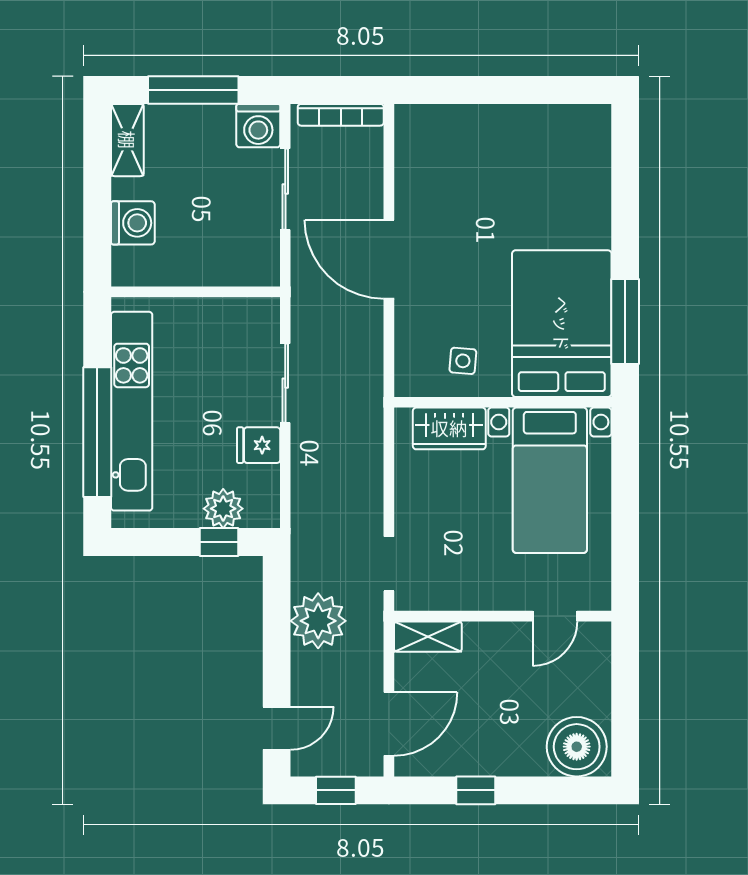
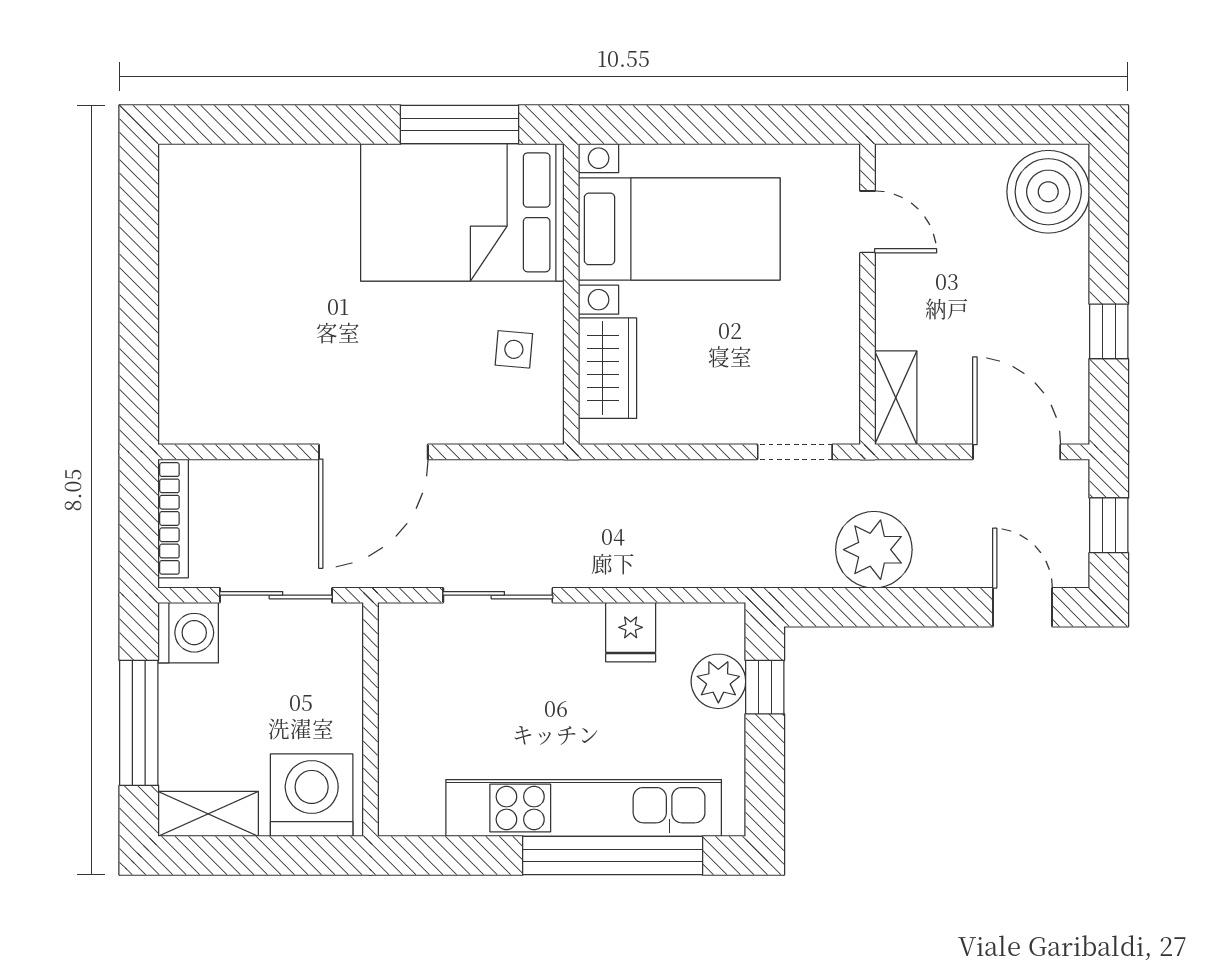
washing machine: (133, 223) -> (312, 795), width x1.37, depth x1.37
wall: (196, 292) -> (371, 719), moved
sliding door: (285, 383) -> (498, 595), moved

